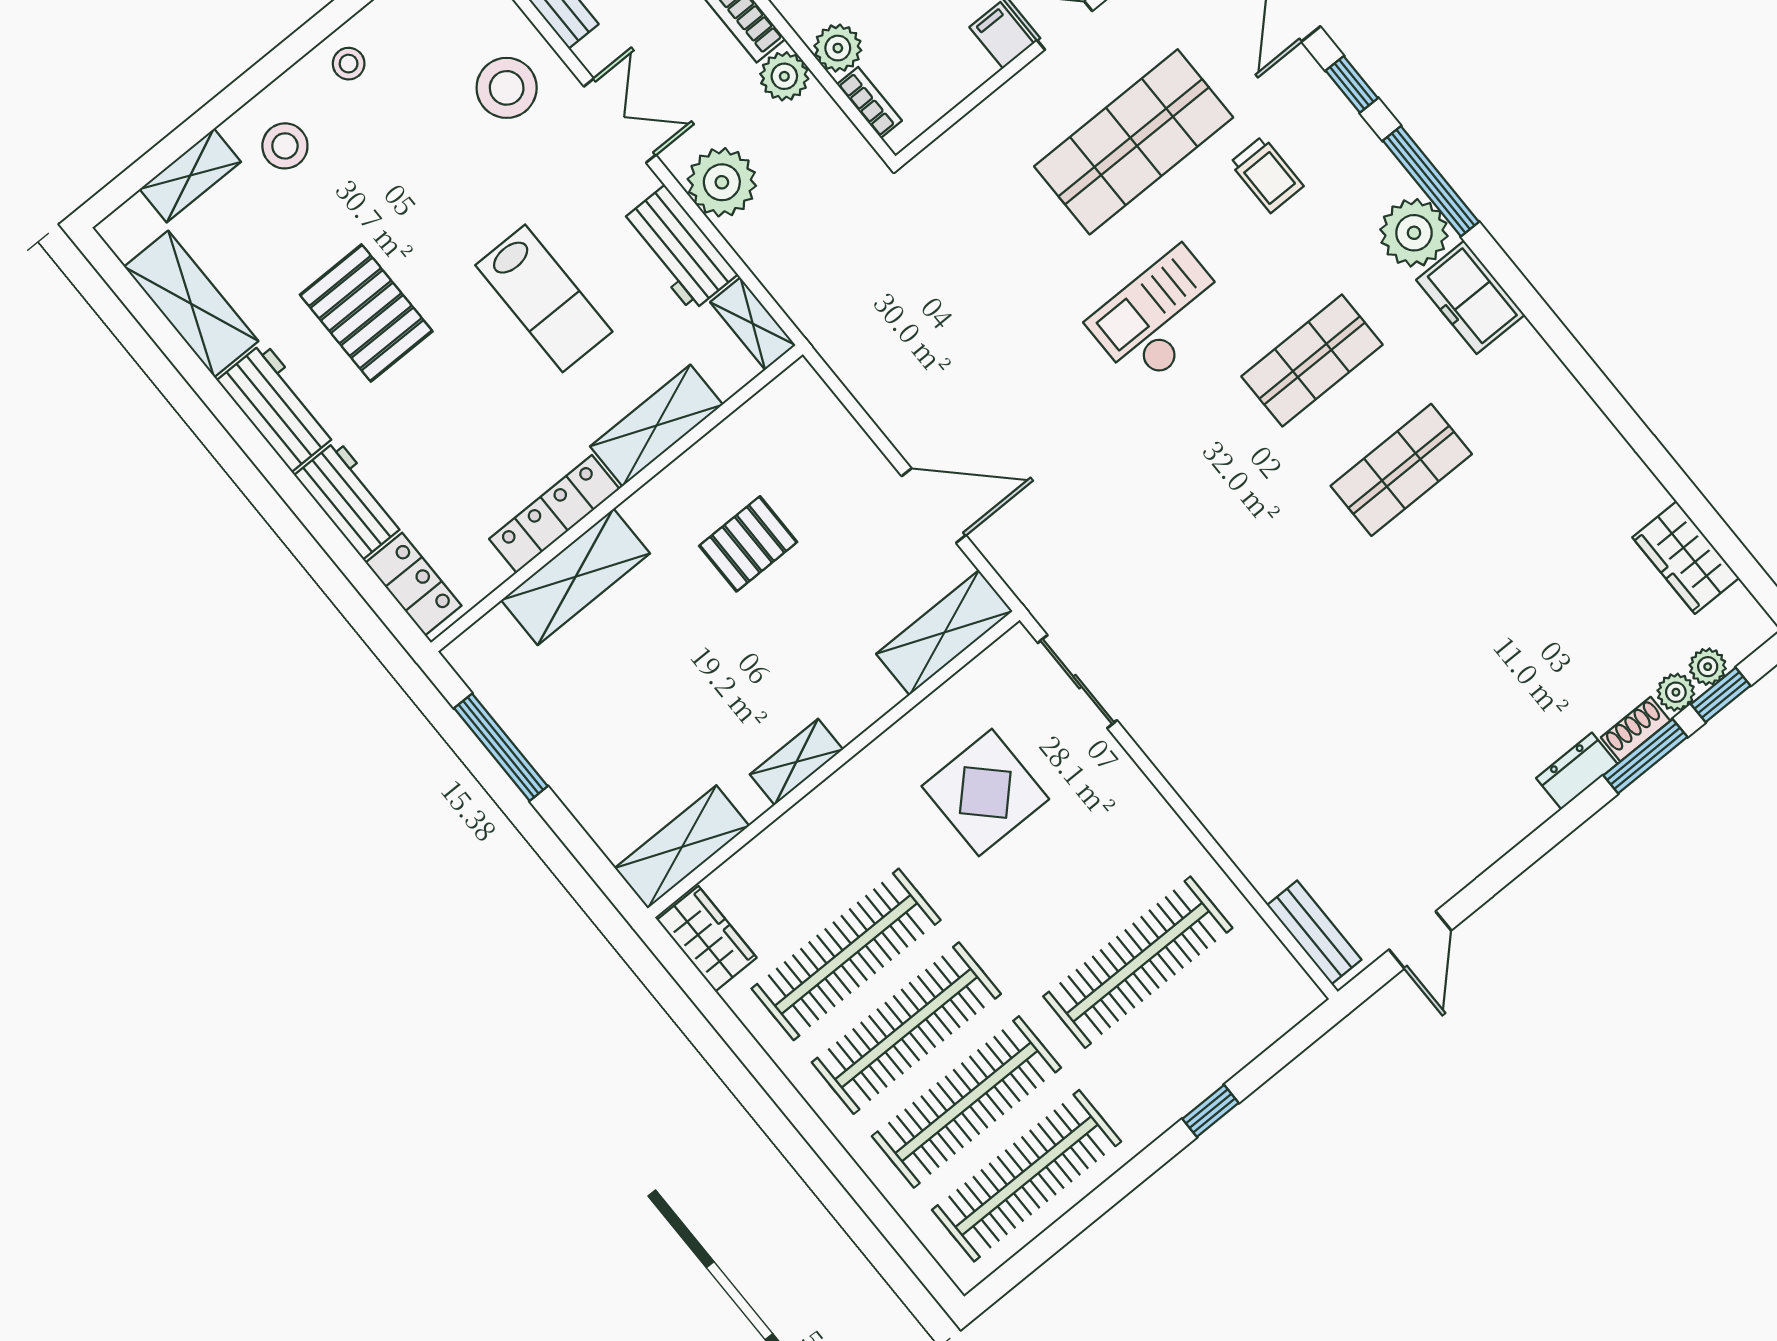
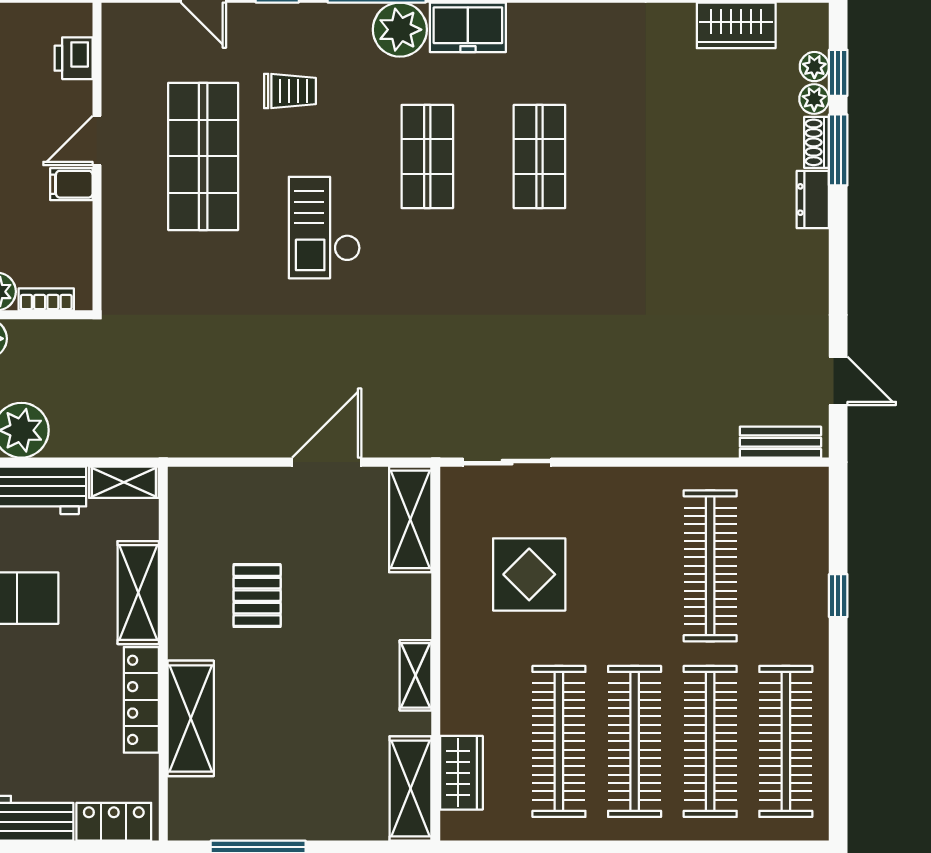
wardrobe: (707, 939) -> (461, 773), moved, turned 90

